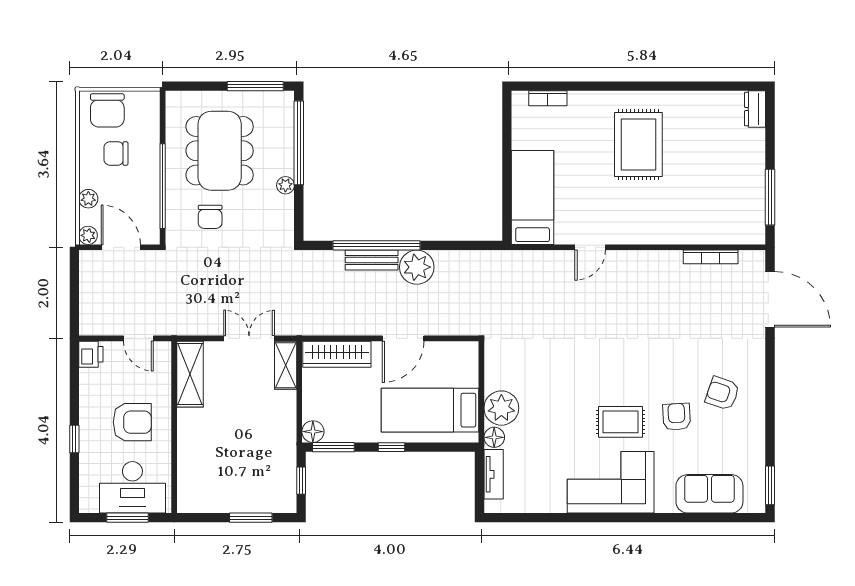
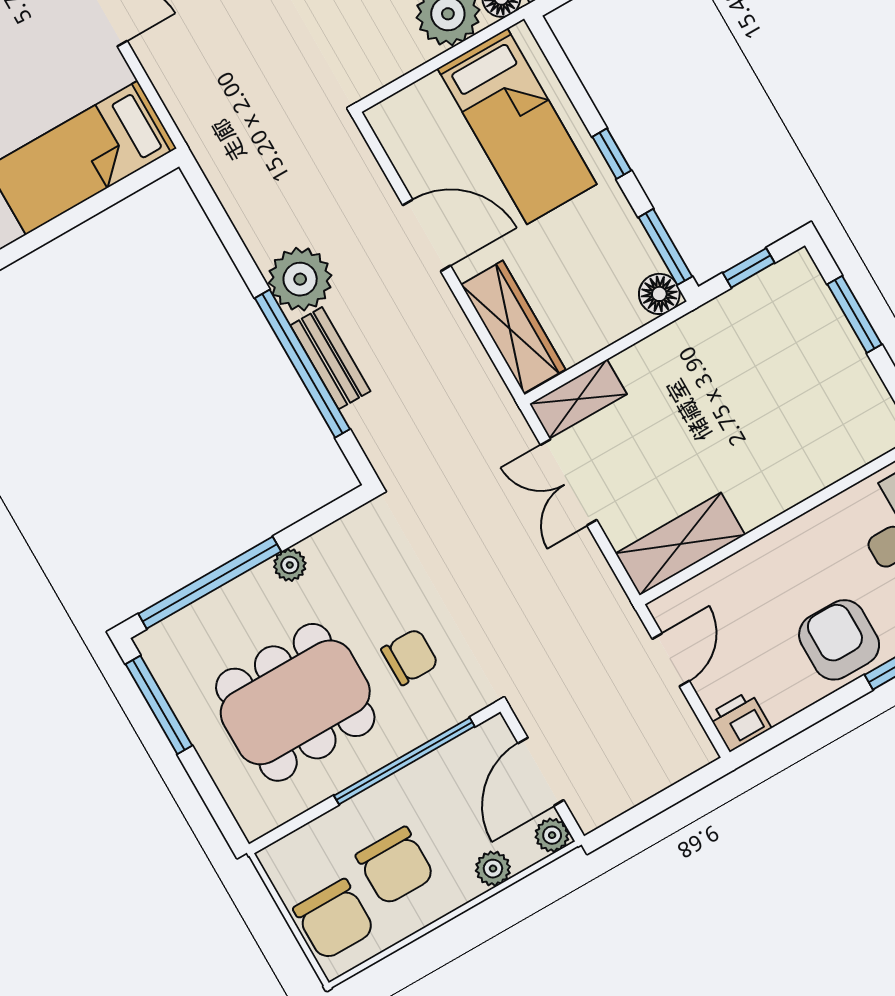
chair: (107, 110) -> (334, 920), turned 90
chair: (116, 153) -> (395, 866), width x1.37, depth x1.37
armchair: (132, 422) -> (839, 640), moved

